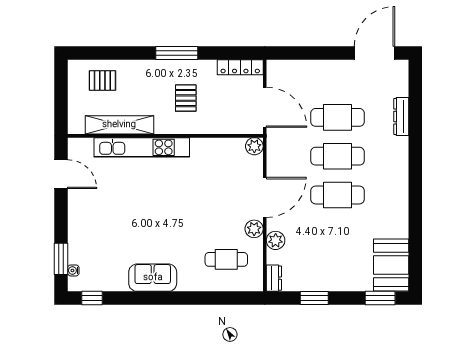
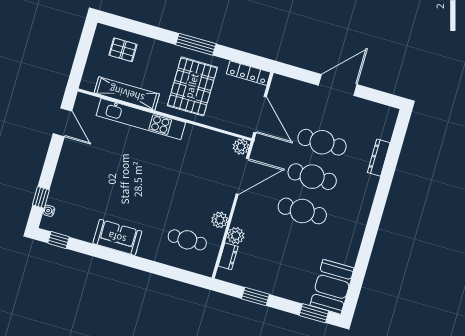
door: (375, 53) -> (338, 85), moved
pallet: (186, 98) -> (192, 86), width x2.05, depth x2.00
door: (265, 197) -> (242, 176), moved
window: (61, 259) -> (41, 197), width x0.67
dresser: (274, 278) -> (228, 256), moved

